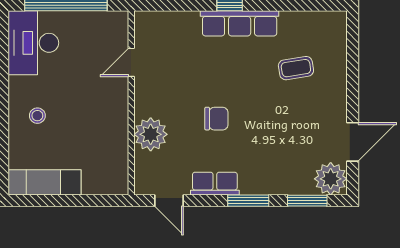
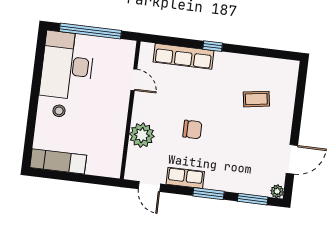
row of seats: (240, 23) -> (183, 56), moved
desk: (33, 43) -> (67, 66), width x1.36, depth x1.30
door: (131, 62) -> (134, 80), swing flipped
plant: (331, 179) -> (277, 191), width x0.53, depth x0.53

